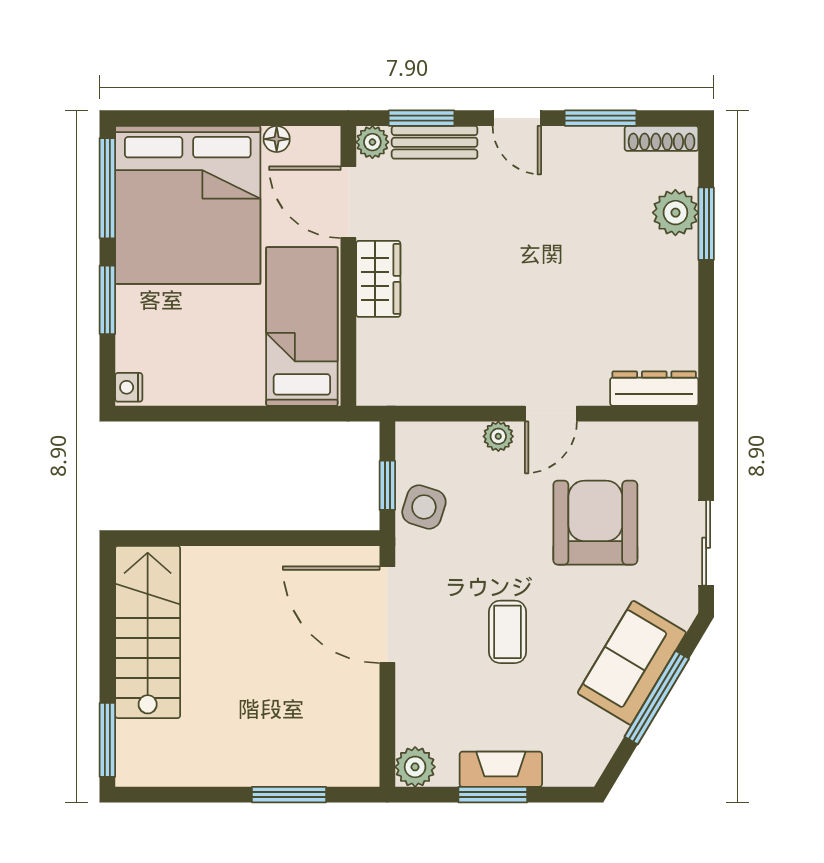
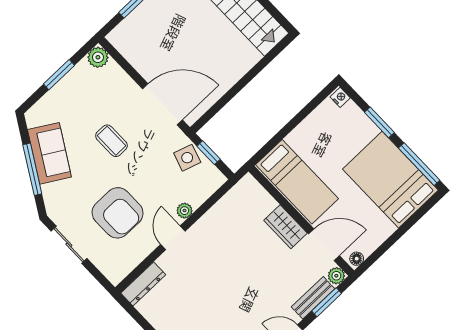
floor lamp: (277, 139) -> (357, 259), moved
bed: (188, 205) -> (390, 180), width x0.73
sofa: (632, 663) -> (49, 153), moved
fireplace: (501, 769) -> (65, 87), removed

